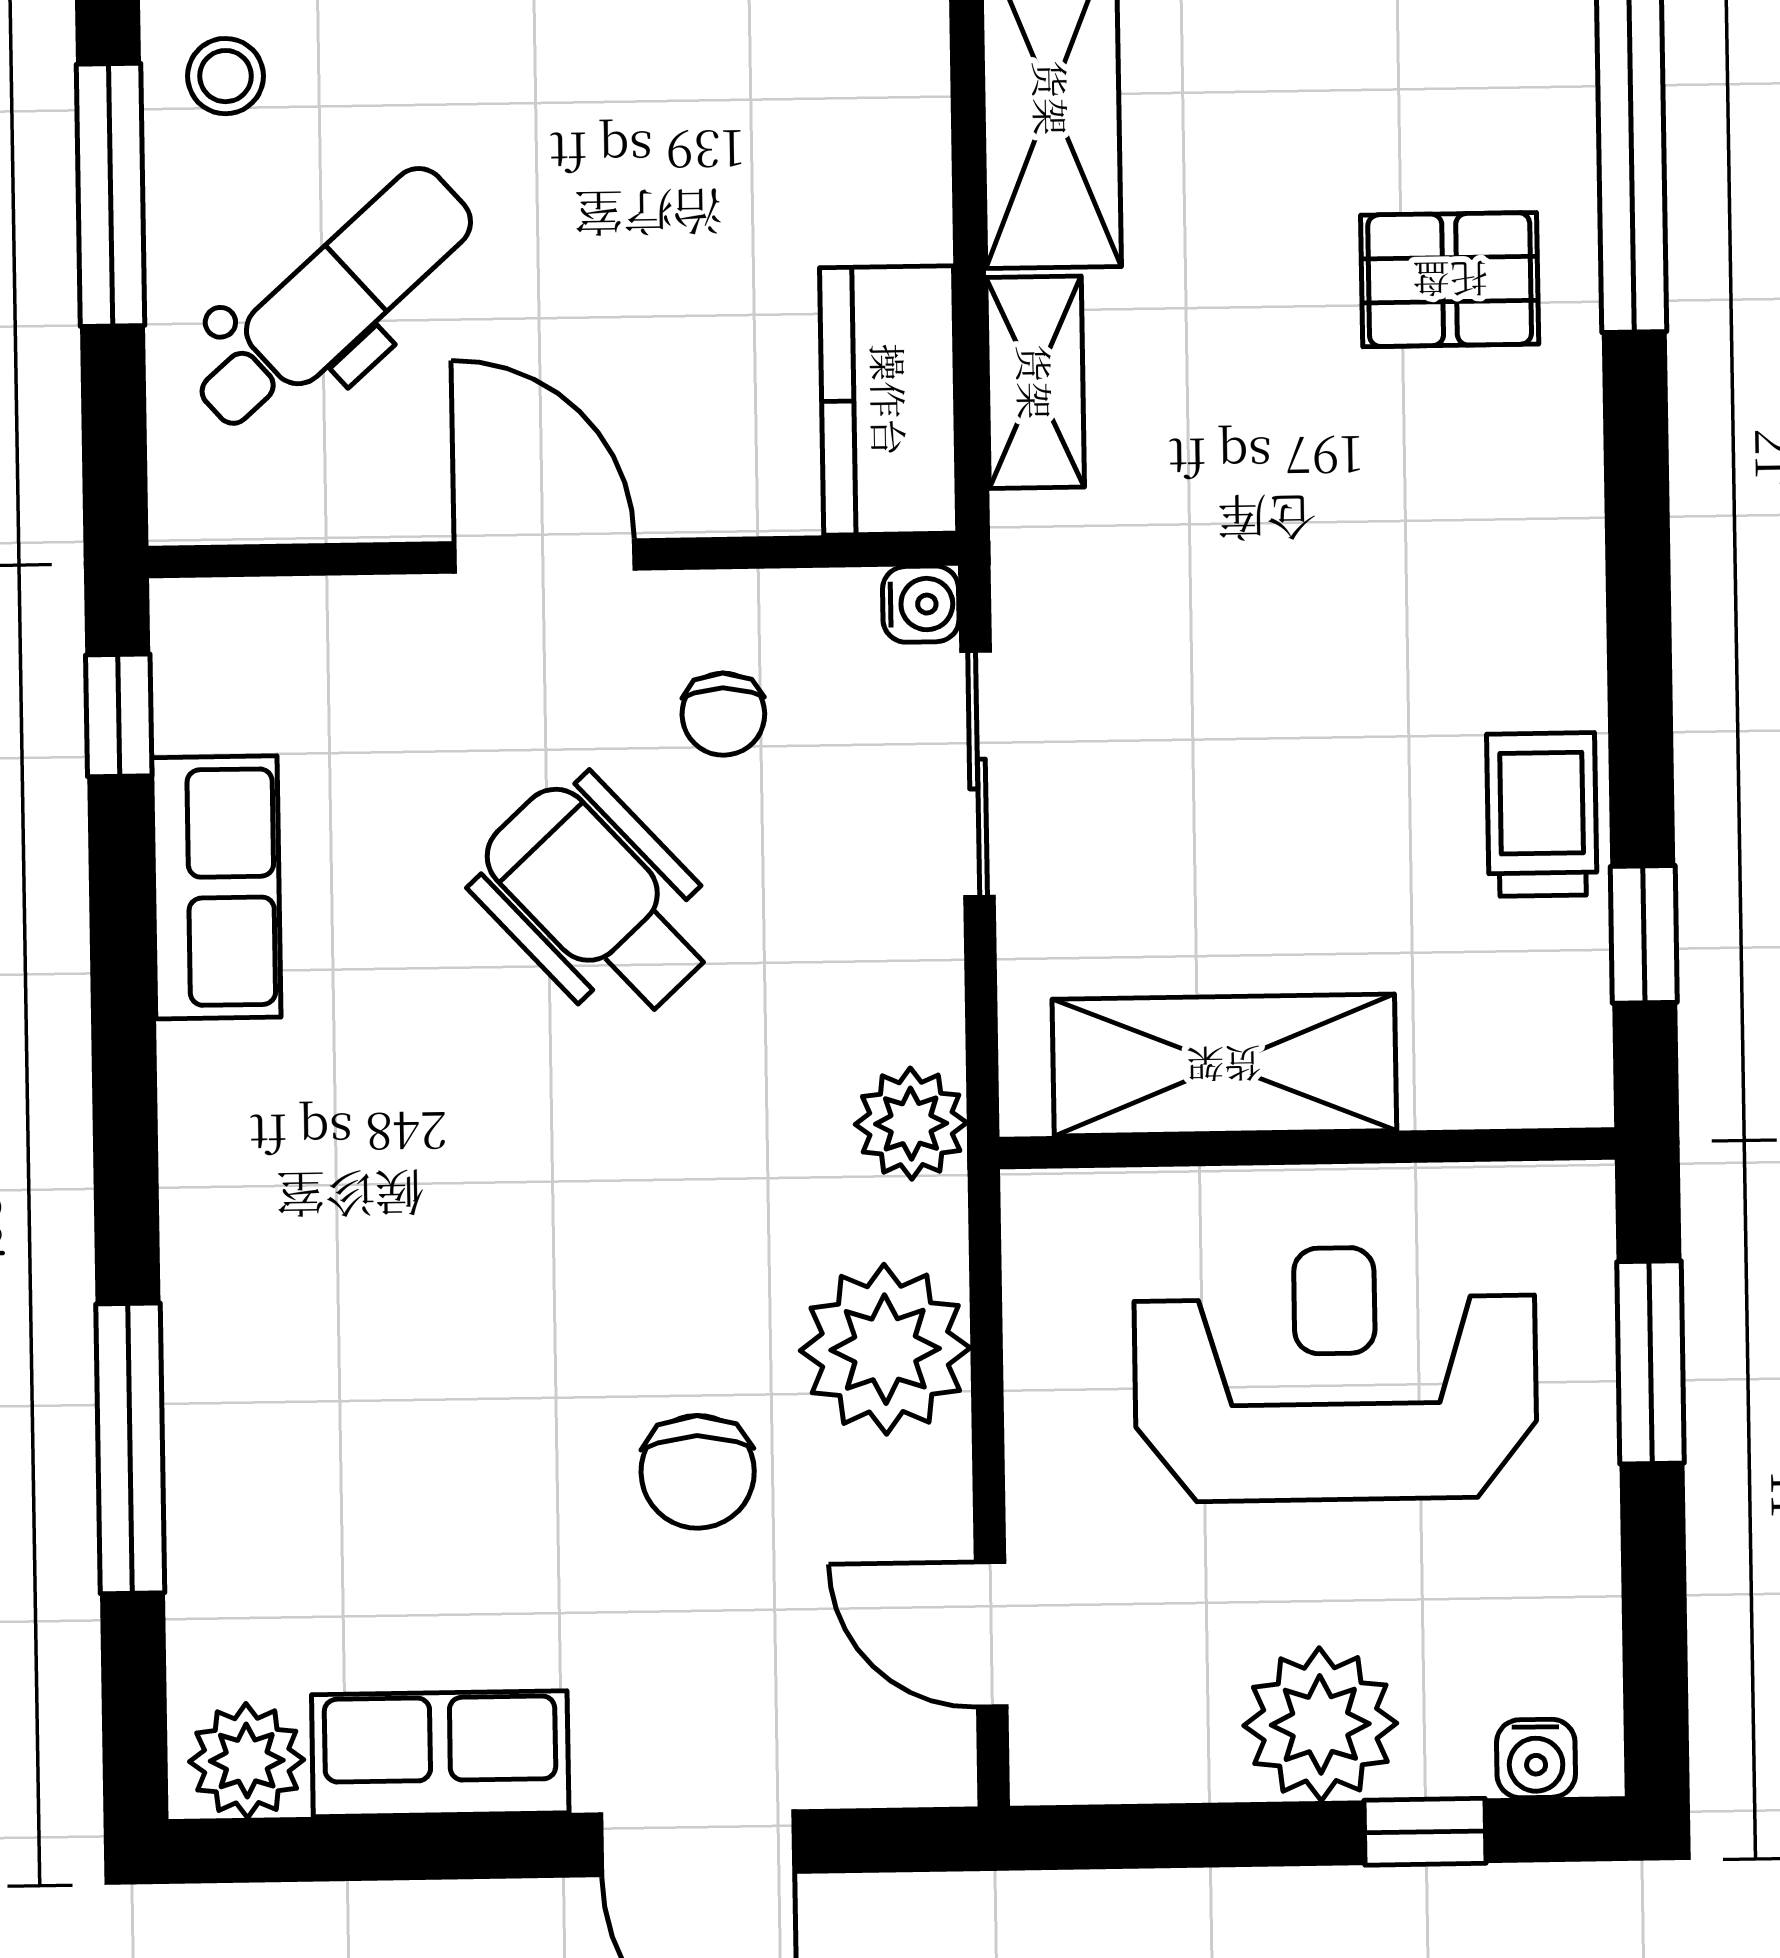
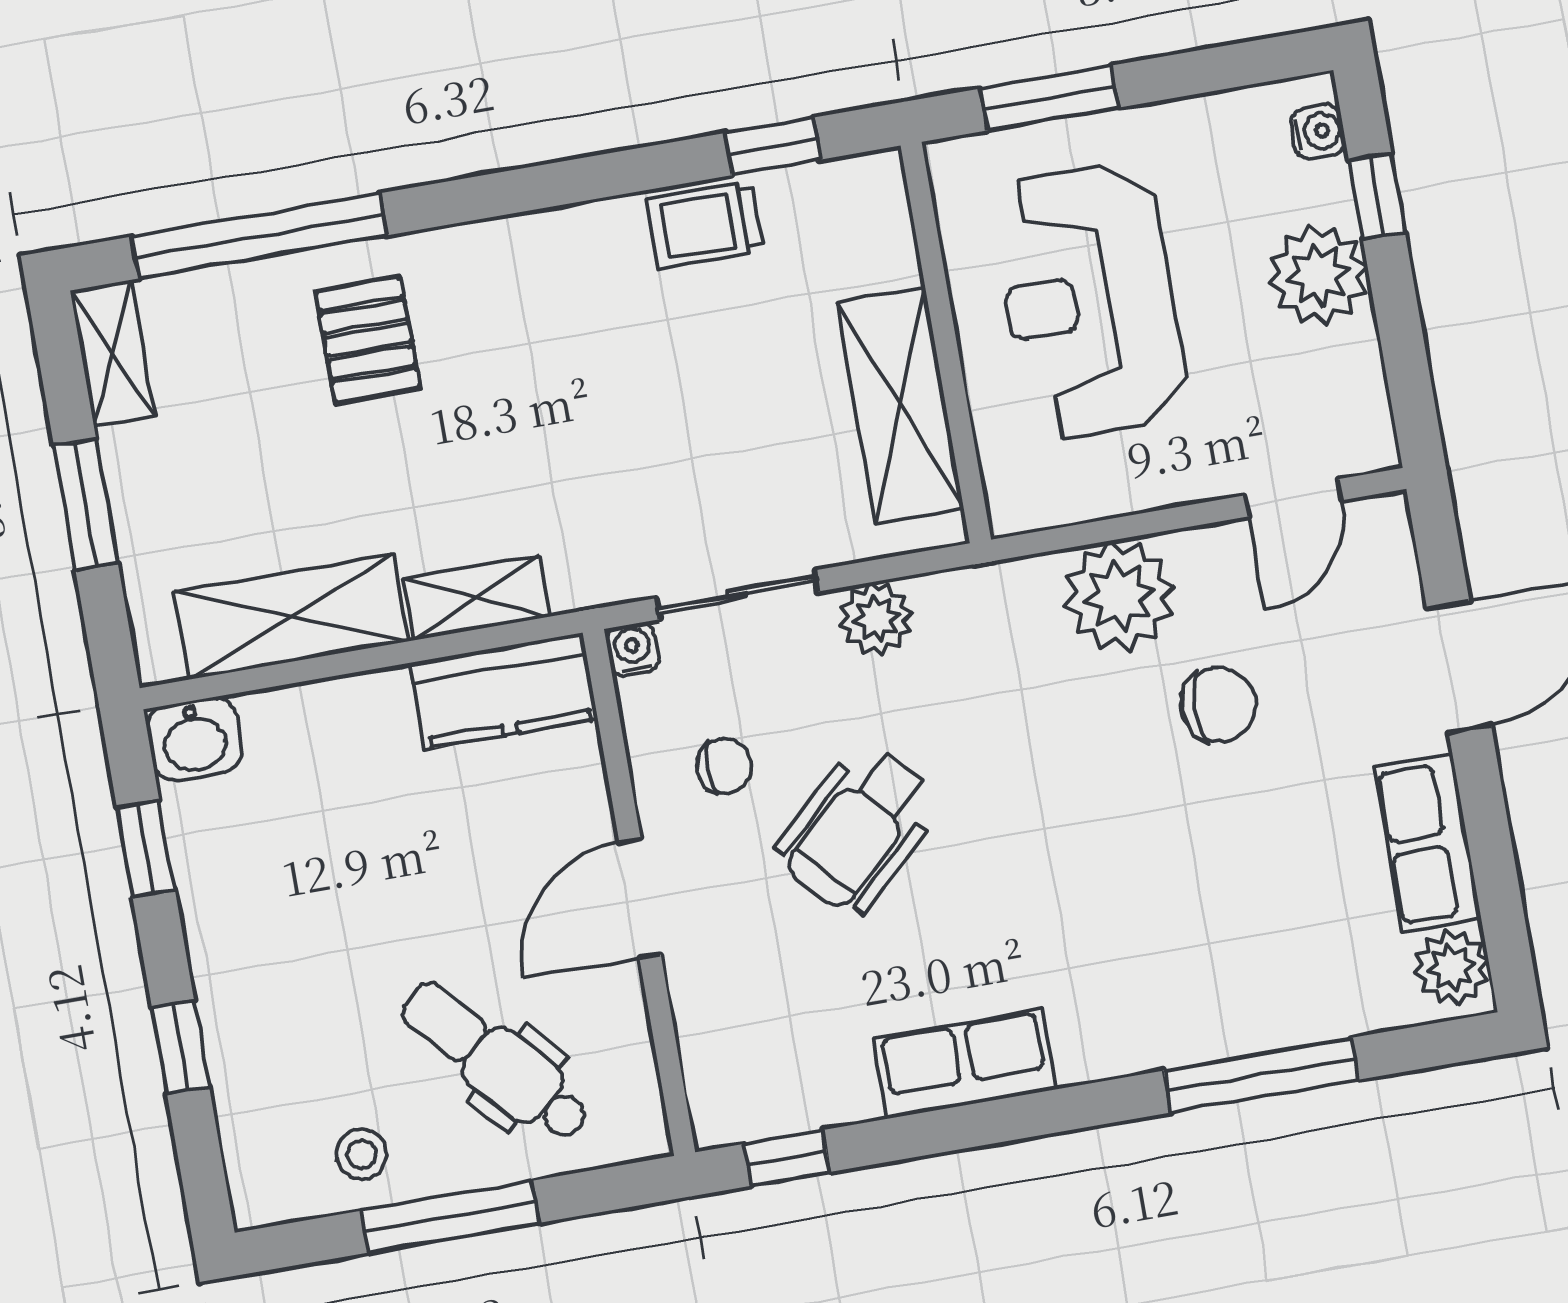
row of seats: (216, 887) -> (965, 1064), moved
plant: (911, 1124) -> (876, 619), moved

